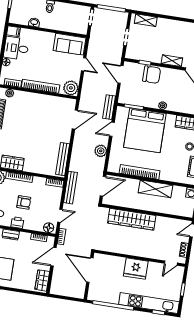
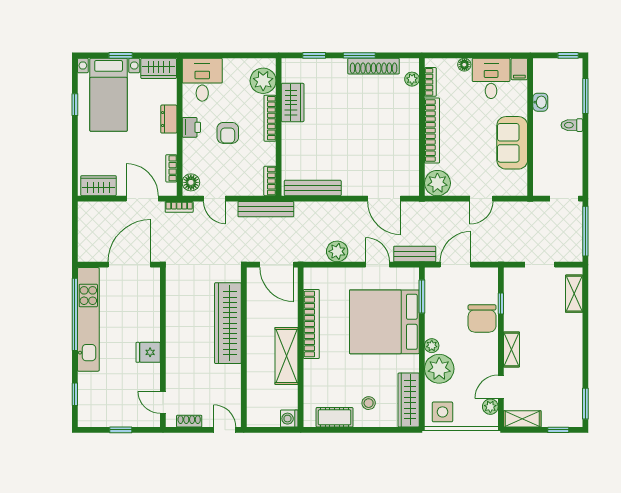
sofa: (69, 44) -> (512, 143), moved
door: (120, 74) -> (456, 265), moved
plant: (176, 103) -> (439, 369), added
fridge: (136, 269) -> (148, 352), width x0.53, depth x0.75
kitchen unit: (149, 303) -> (88, 319), moved

